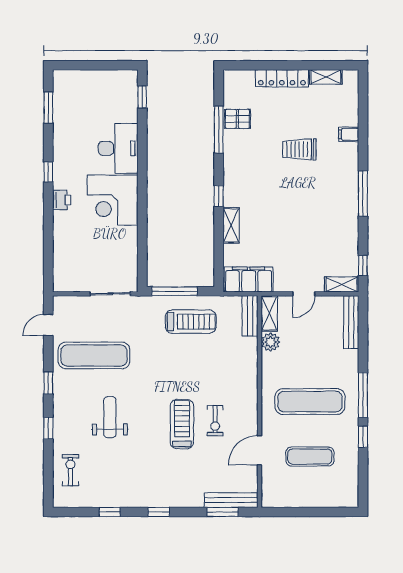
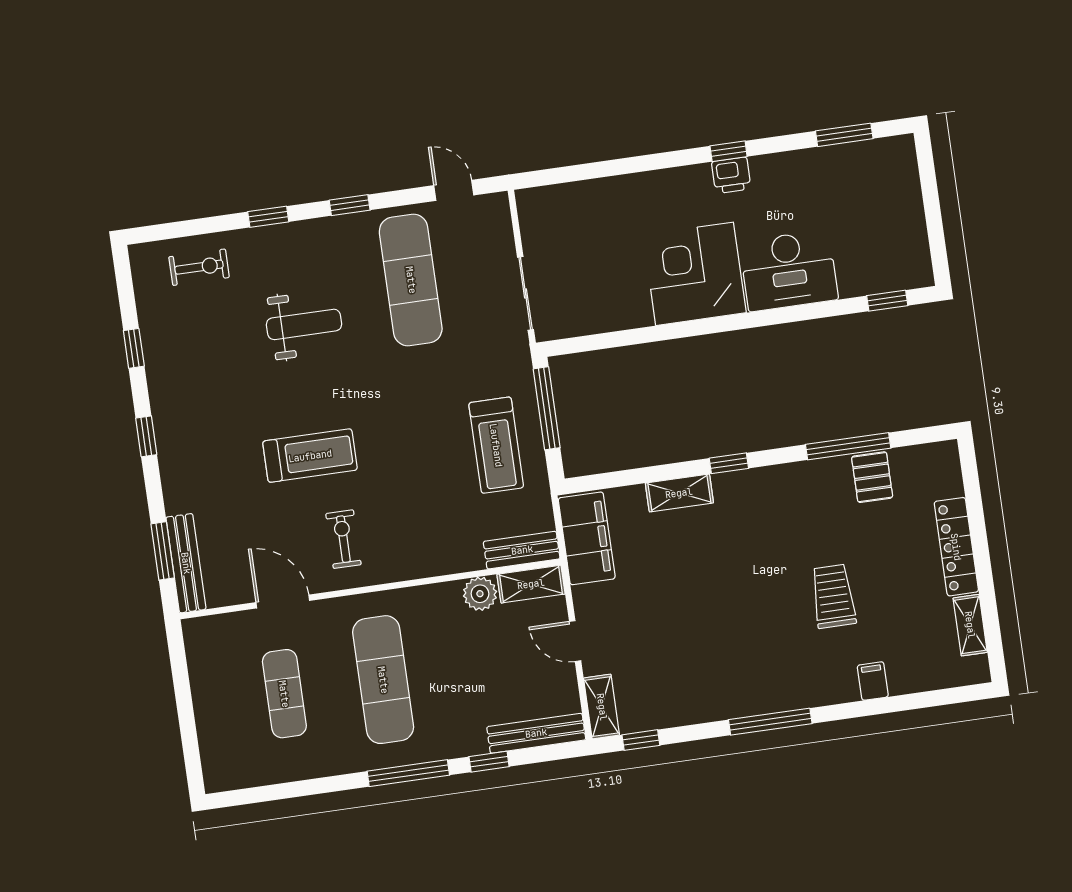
printer: (62, 200) -> (731, 175), moved
exercise bike: (215, 421) -> (343, 539), moved, turned 90
window: (363, 437) -> (489, 762), moved

